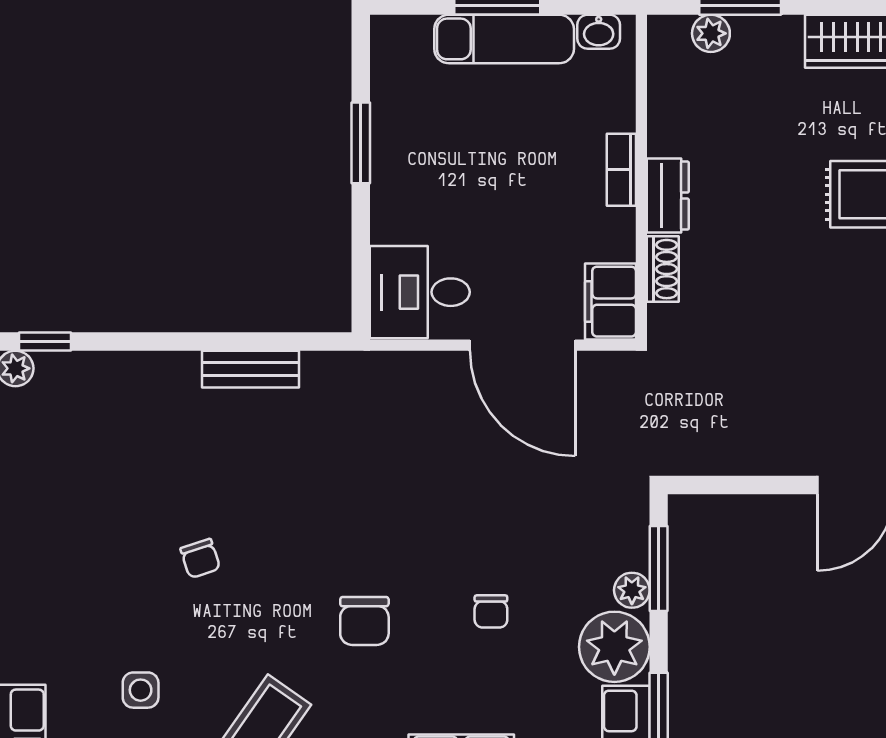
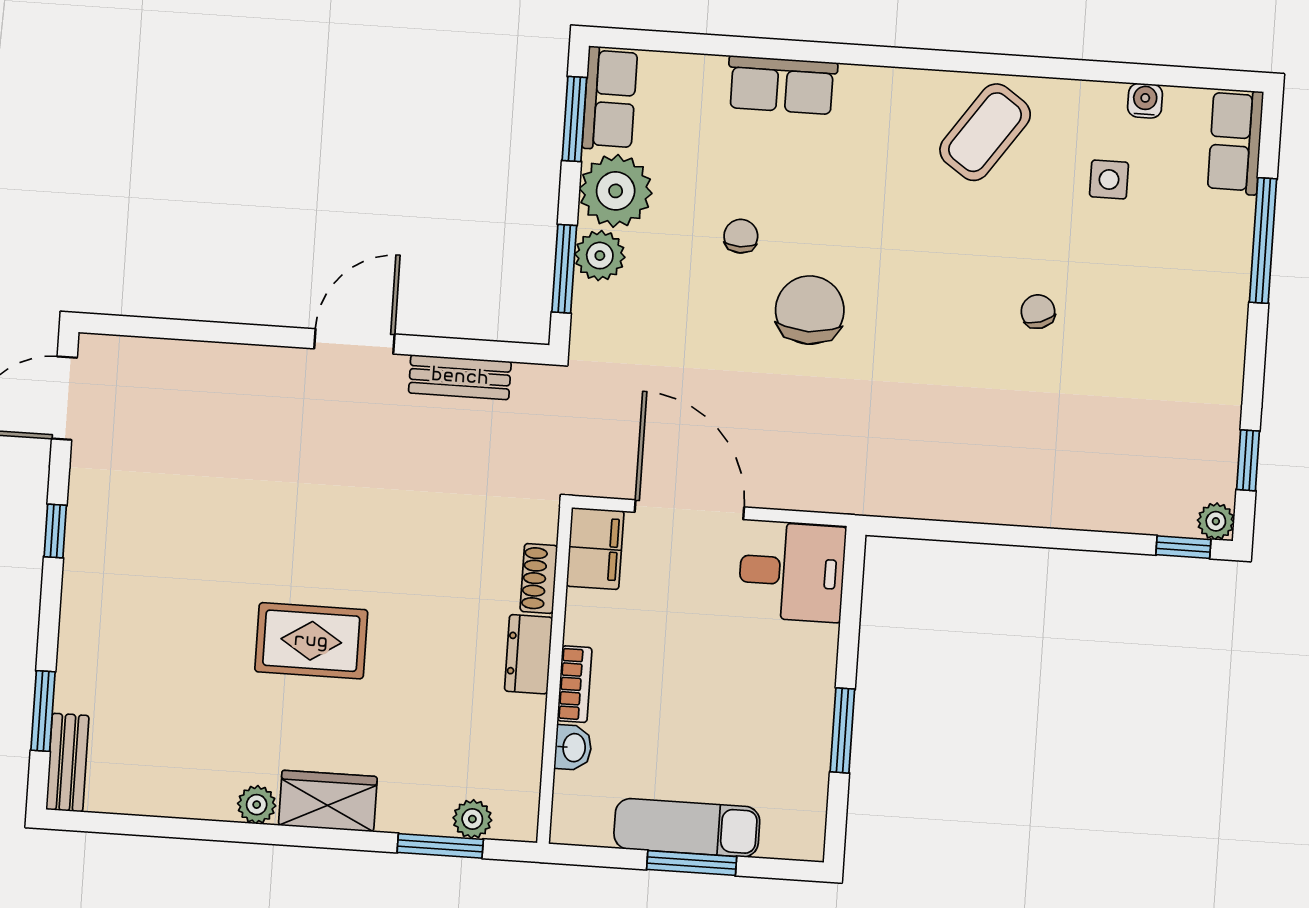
washbasin: (599, 32) -> (573, 748), moved, turned 90
bench: (250, 369) -> (460, 377), moved
plant: (632, 590) -> (600, 256), width x1.38, depth x1.38
chair: (364, 621) -> (810, 310), moved, width x1.37, depth x1.37

